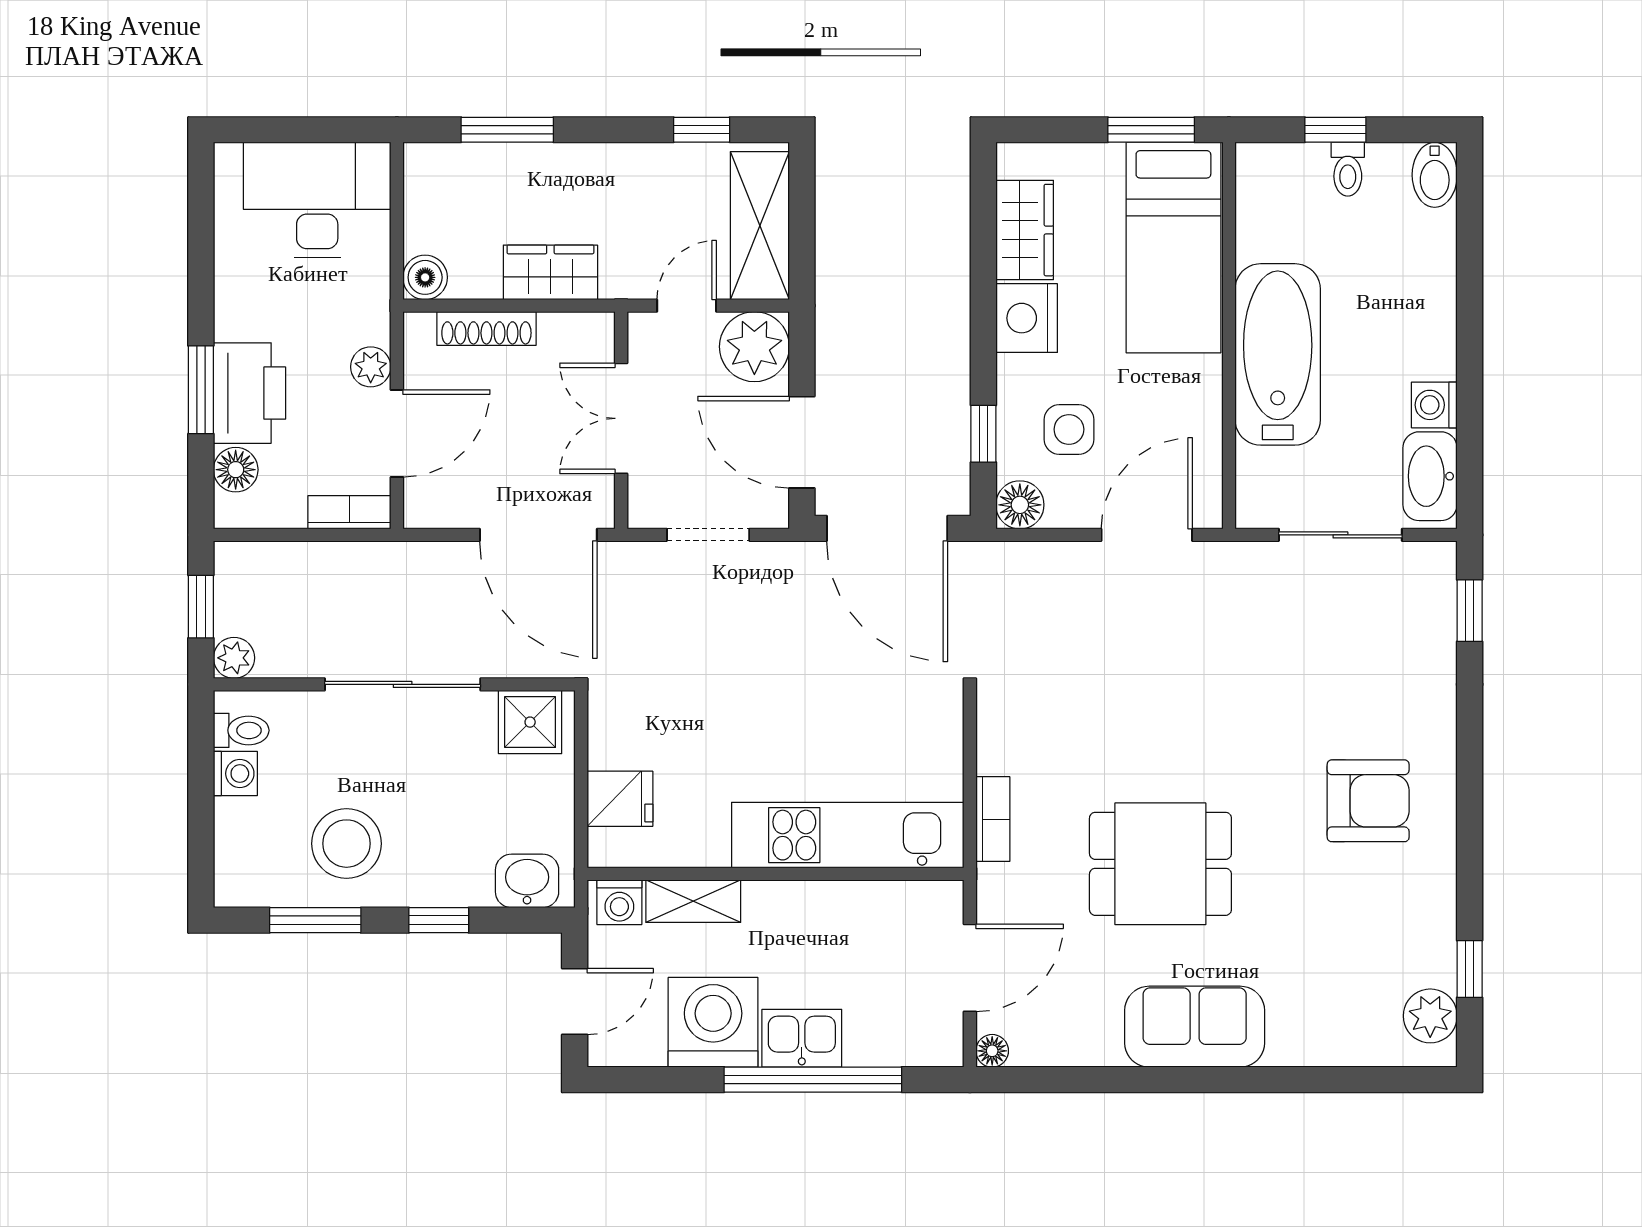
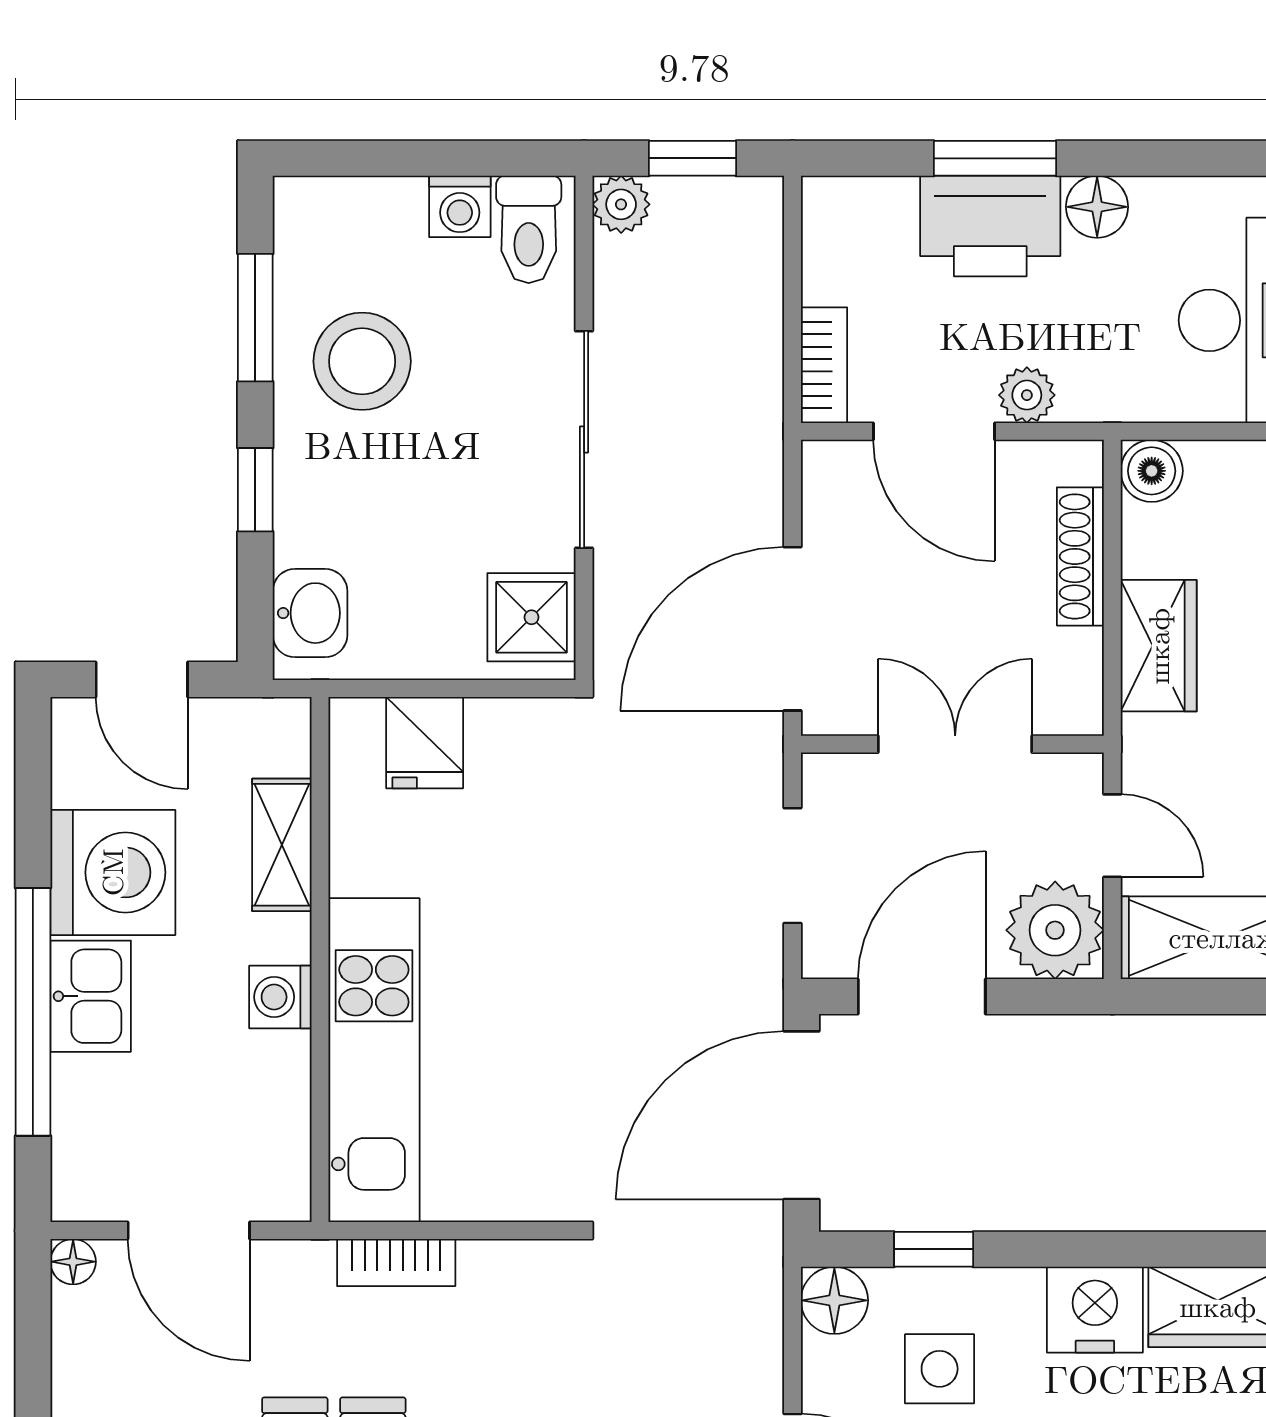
floor lamp: (236, 470) -> (1097, 207), moved
toilet: (241, 730) -> (529, 229), width x1.37, depth x1.39
washing machine: (619, 902) -> (280, 997), moved

